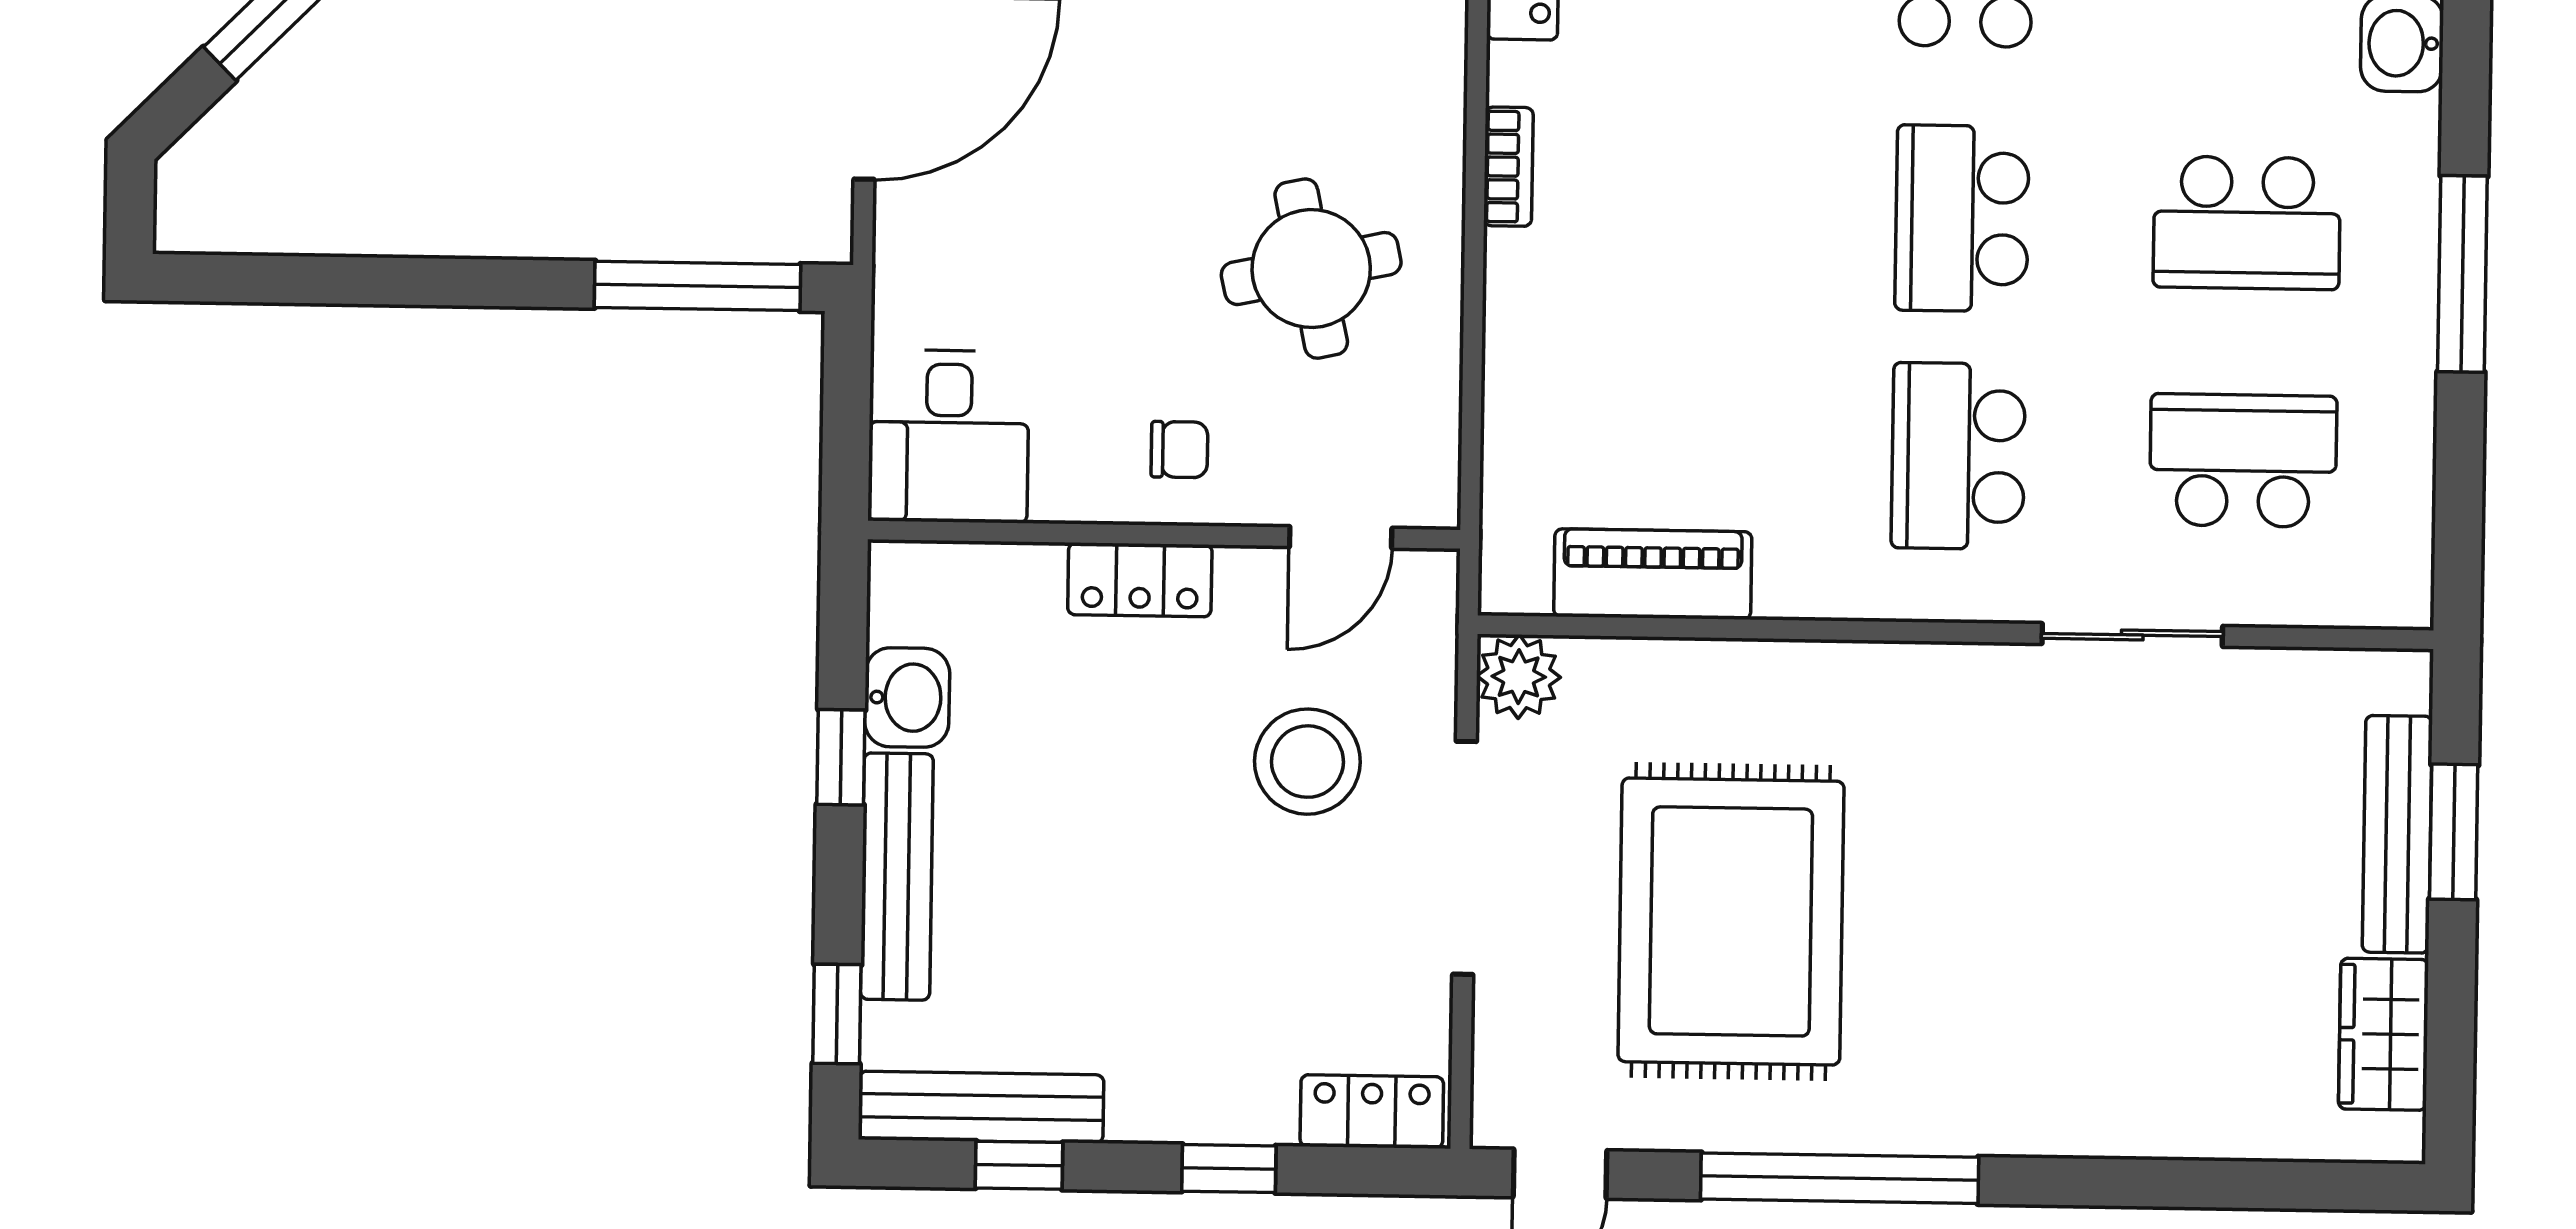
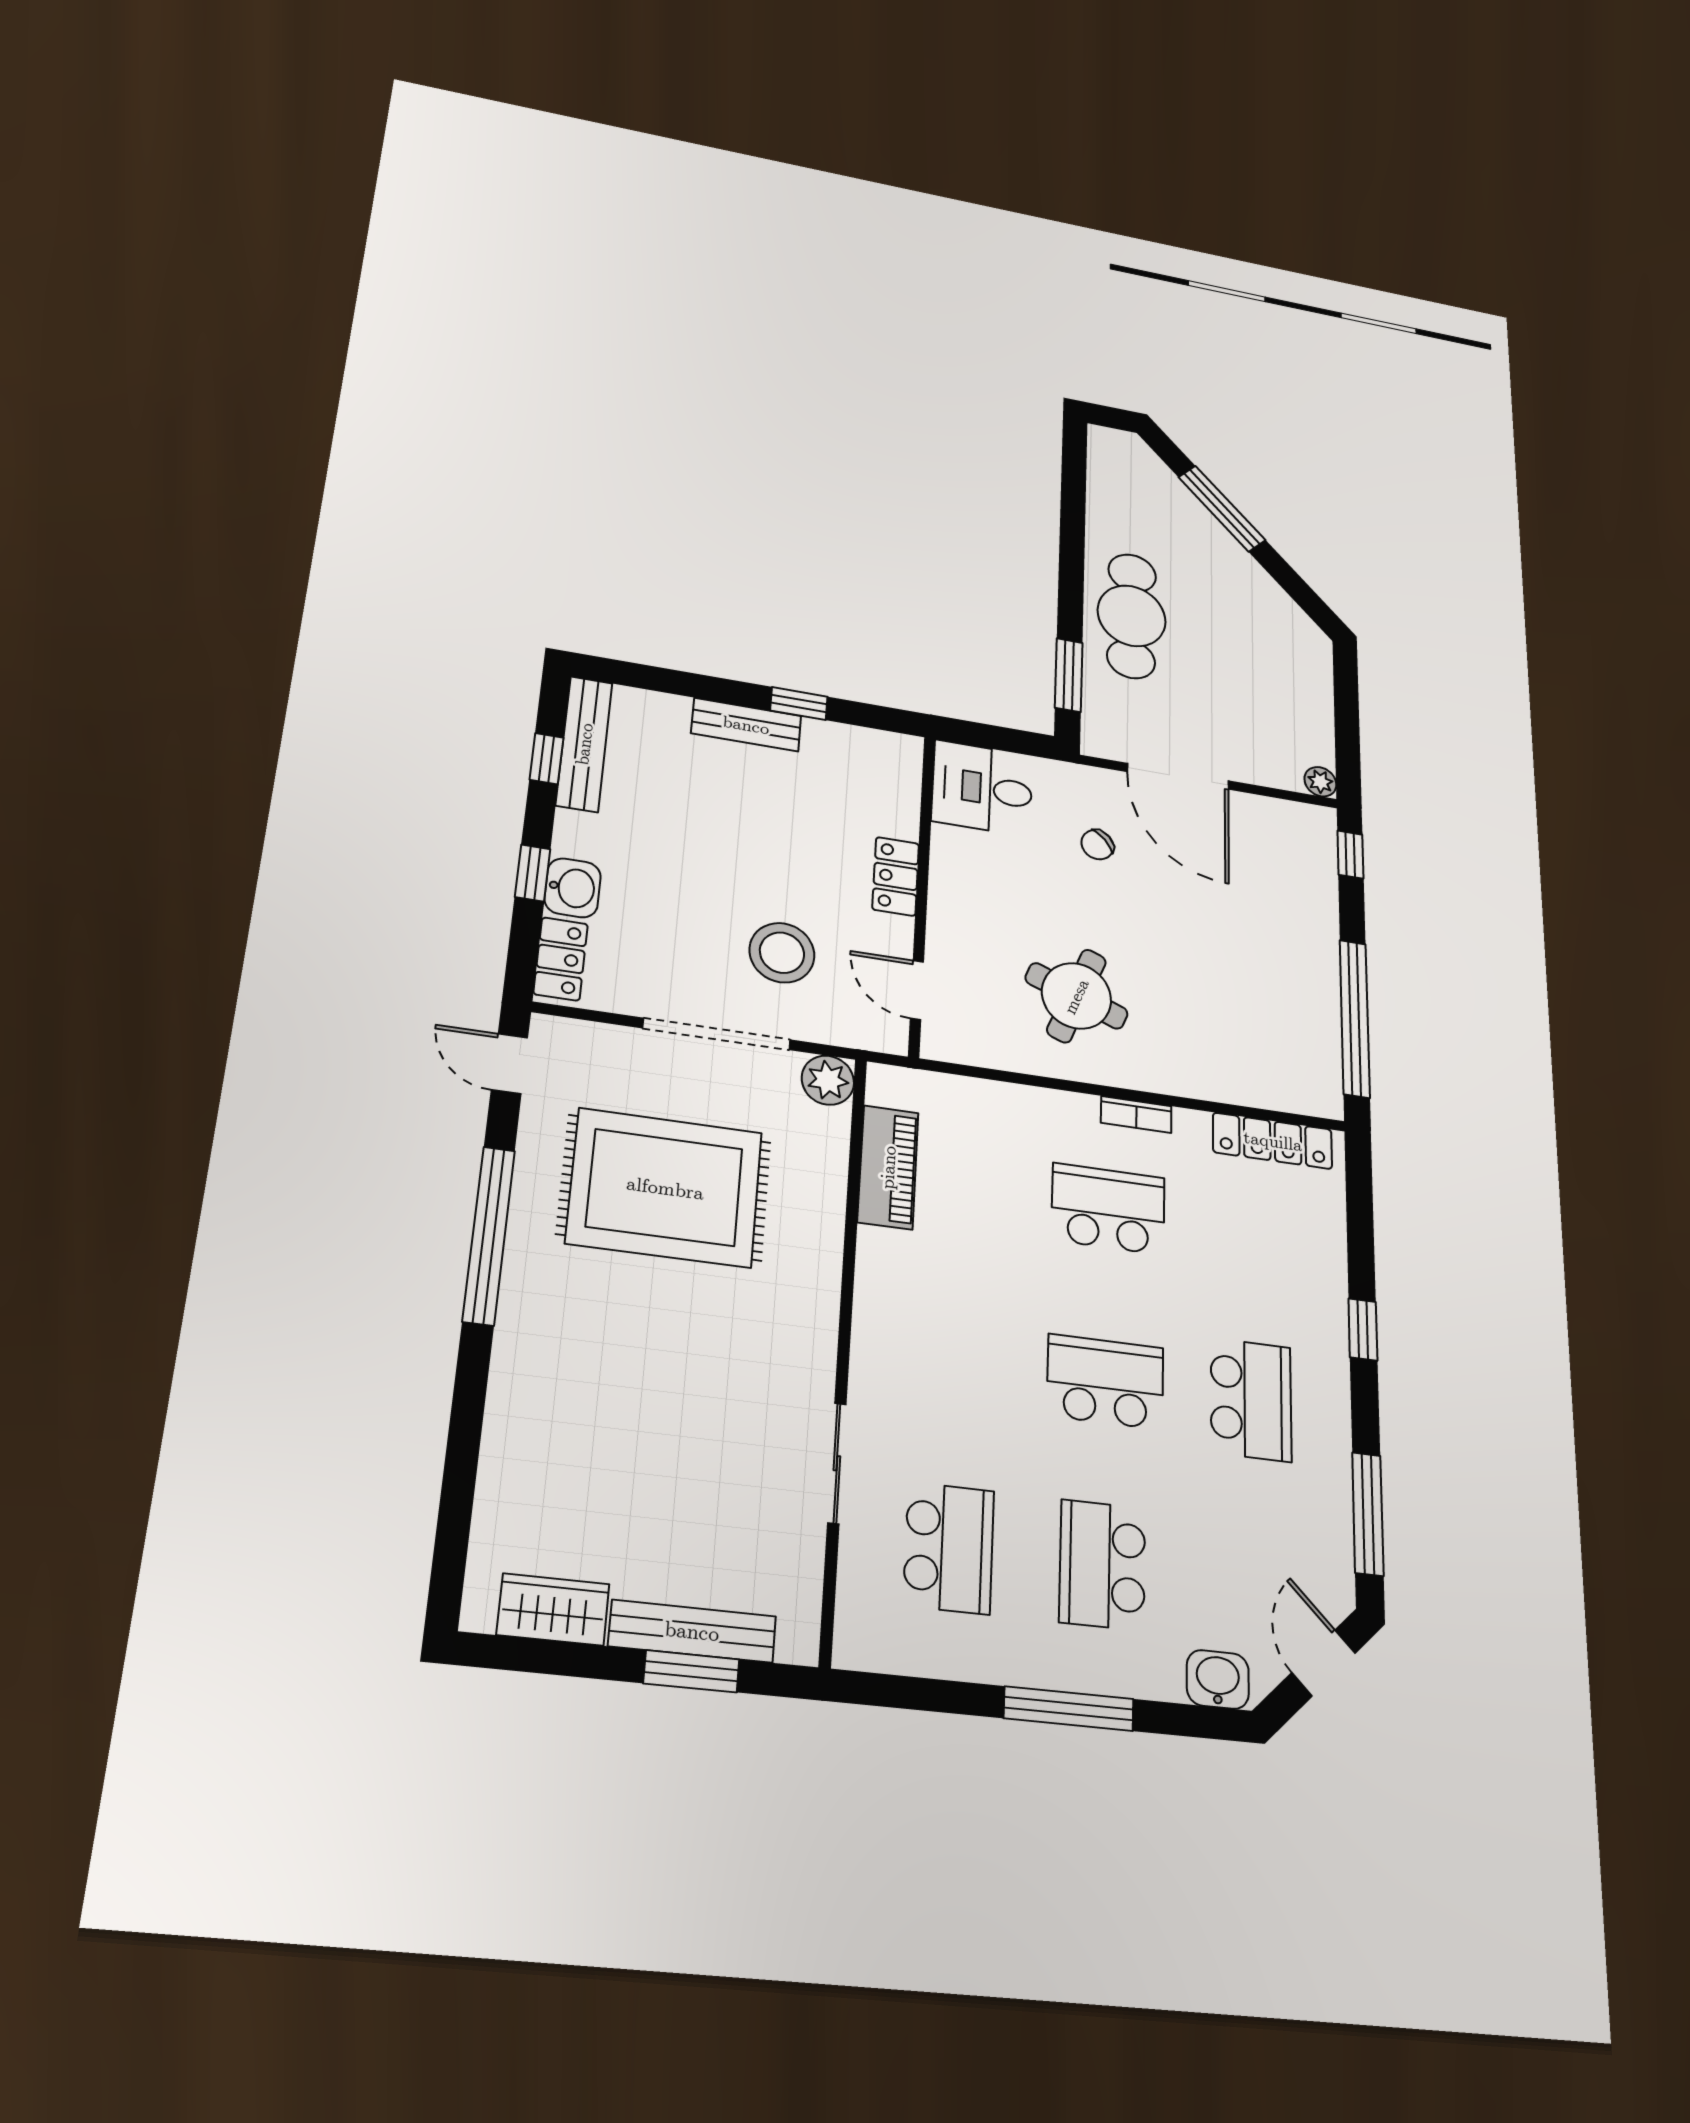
cafe table: (553, 171) -> (1132, 616), added
round table: (1311, 269) -> (1076, 996), turned 33
window: (697, 286) -> (1069, 675), width x0.69
chair: (1179, 450) -> (1097, 845), moved, turned 47
school desk: (1958, 456) -> (1108, 1209), moved
washbasin: (907, 698) -> (573, 888), moved, turned -90
bench: (897, 877) -> (746, 725), width x0.73
window: (837, 1014) -> (647, 677), removed

